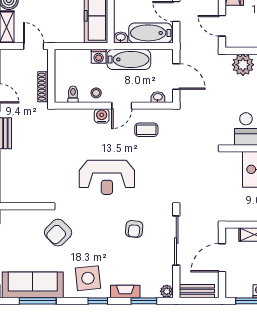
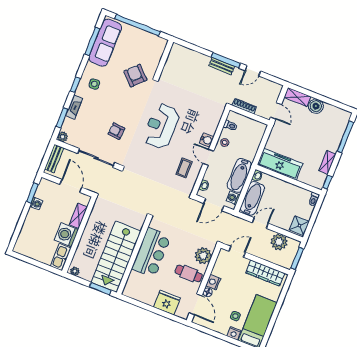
door: (34, 46) -> (276, 111), hinge flipped
washing machine: (99, 56) -> (233, 198), moved
side table: (88, 278) -> (94, 84), width x0.54, depth x0.54

